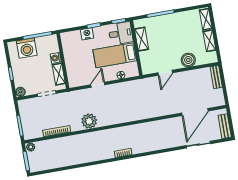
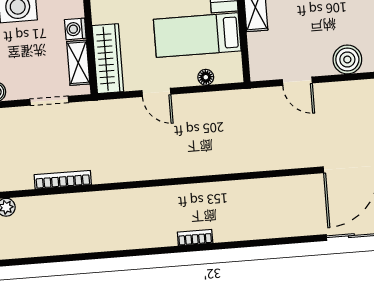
wardrobe: (73, 71) -> (108, 59), added
door: (165, 73) -> (297, 81), hinge flipped
door: (98, 85) -> (156, 92), swing flipped
plant: (89, 121) -> (131, 166), removed

